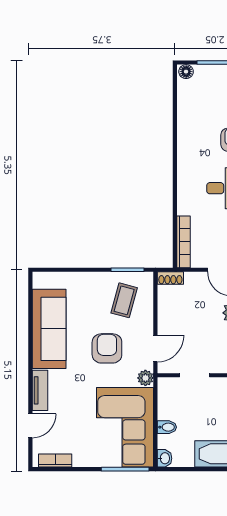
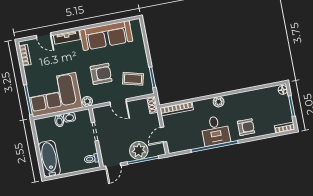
plant: (185, 175) -> (219, 102), added
door: (155, 349) -> (118, 102), moved
washbasin: (165, 458) -> (69, 117), moved

